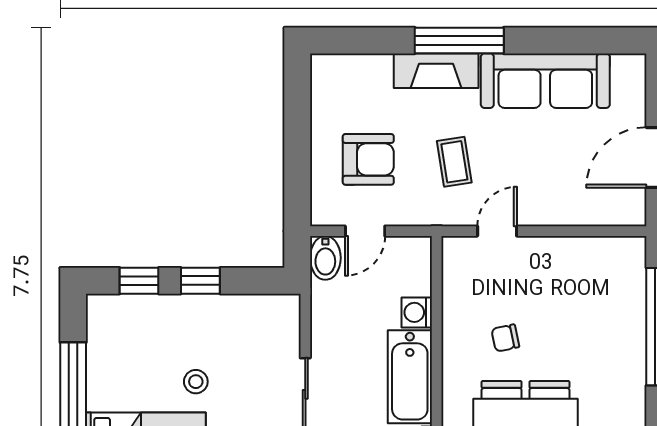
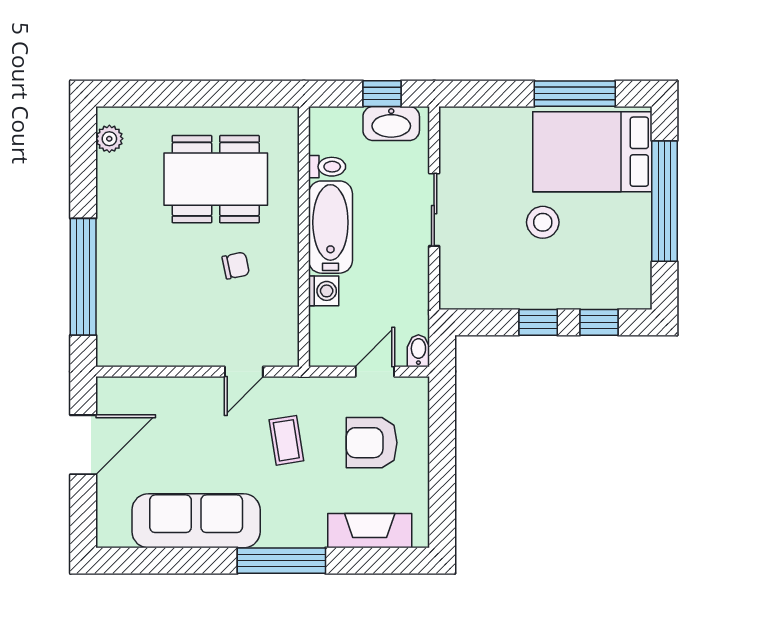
fireplace: (436, 71) -> (370, 531), moved
bidet: (325, 258) -> (418, 351), width x0.72, depth x0.74
stool: (196, 382) -> (543, 222), width x1.37, depth x1.37

